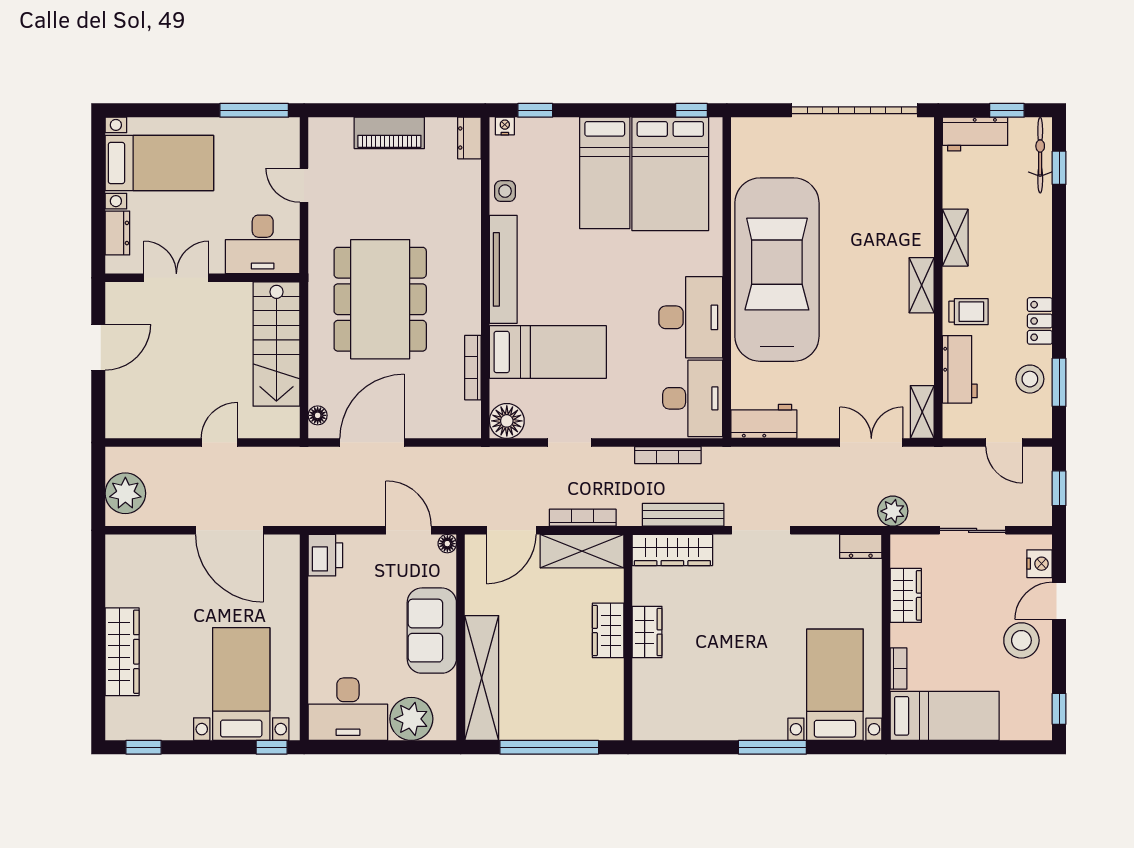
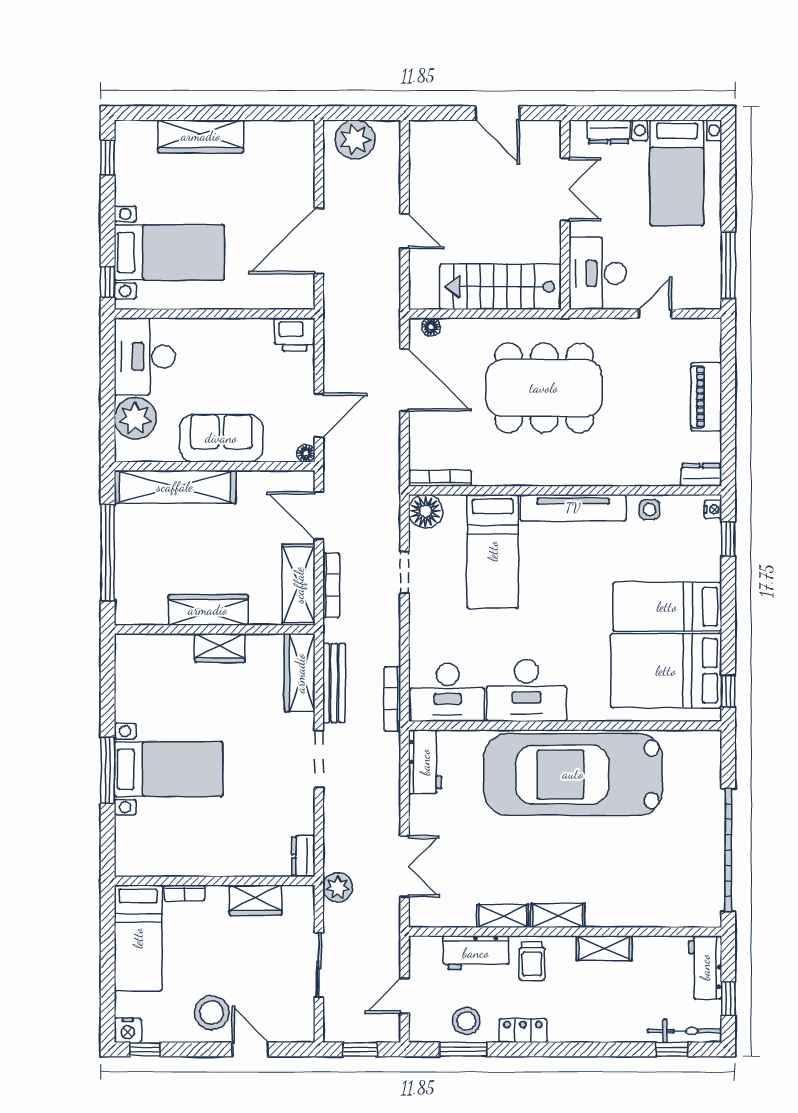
car: (777, 270) -> (573, 774), turned 180
bookcase: (473, 368) -> (440, 478), moved
shelving: (922, 412) -> (503, 916), moved
bookcase: (668, 455) -> (392, 699), moved
nightstand: (1039, 564) -> (128, 1030), moved
wardrobe: (608, 630) -> (208, 610), width x1.50
bed with nightstands: (835, 685) -> (169, 769), moved

